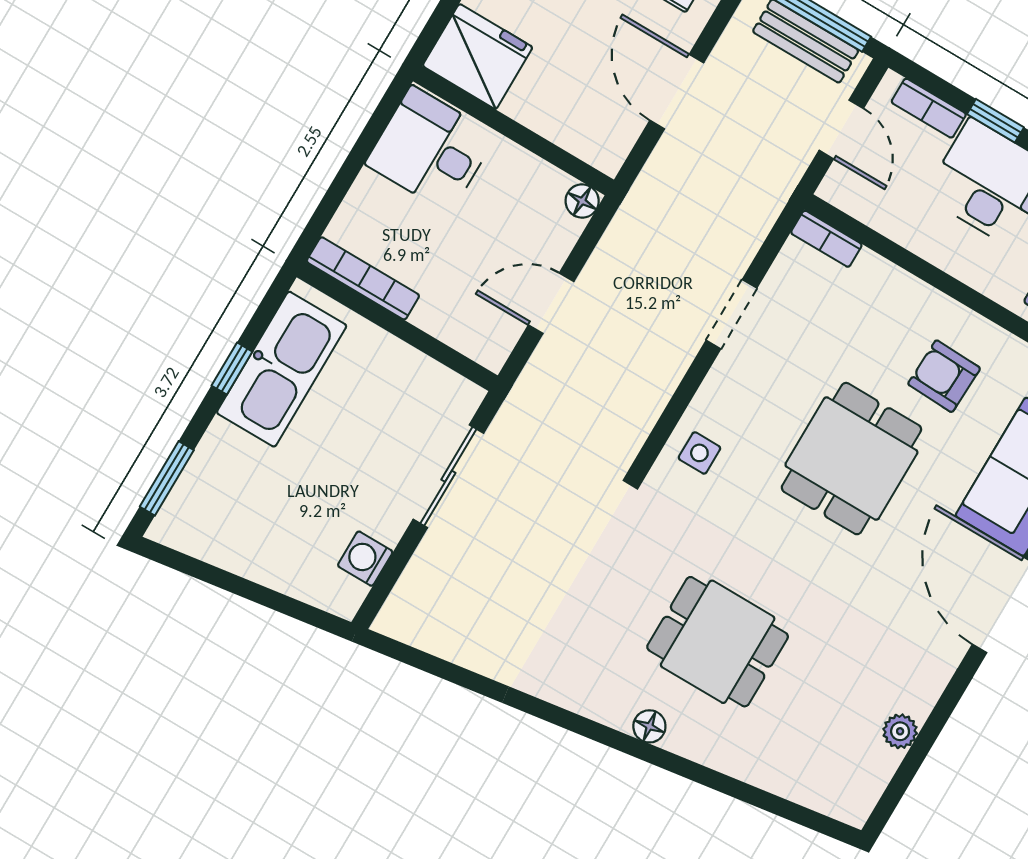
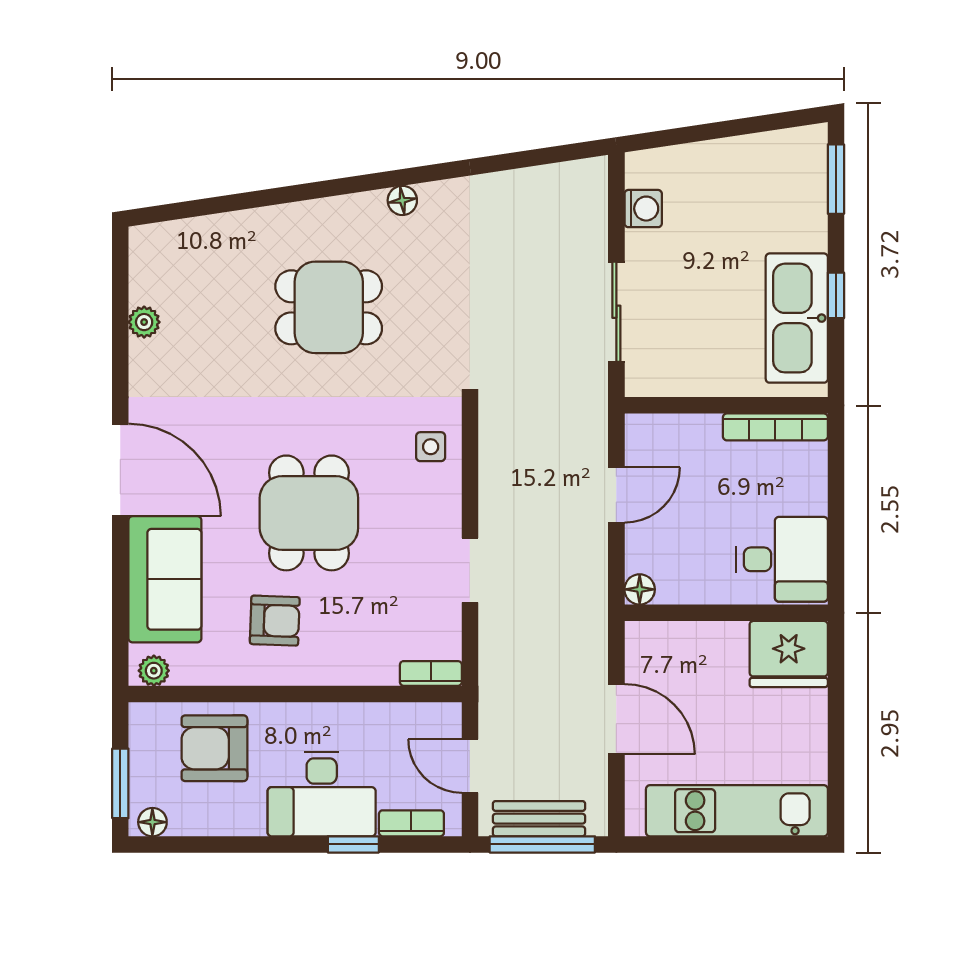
floor lamp: (649, 726) -> (402, 200), moved

